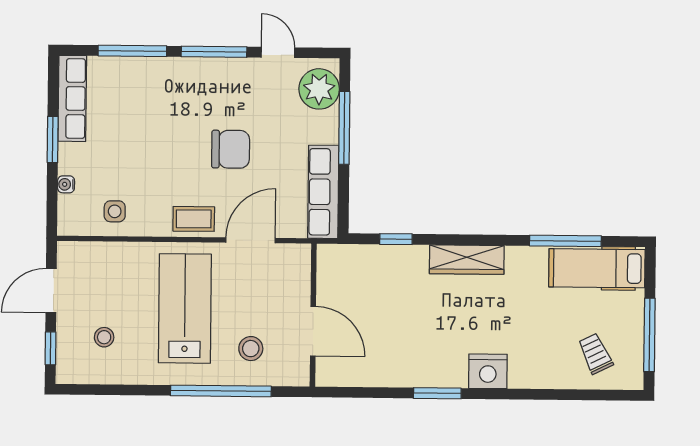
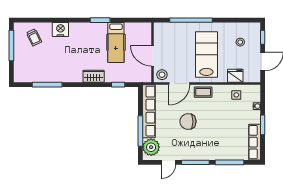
door: (278, 52) -> (169, 162), hinge flipped
row of seats: (323, 192) -> (149, 111), width x1.36
fridge: (117, 257) -> (235, 76), added
wardrobe: (467, 260) -> (94, 76), width x0.67
hospital bed: (597, 268) -> (116, 42), moved, turned 90
lab bench: (185, 308) -> (206, 55), turned 180
door: (313, 331) -> (153, 56), moved
stool: (251, 349) -> (162, 75), moved
nightstand: (488, 371) -> (60, 29), moved

